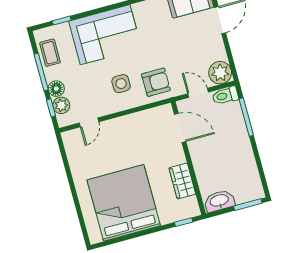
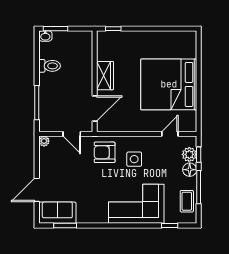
plant: (220, 73) -> (44, 141), width x0.53, depth x0.53
toilet: (225, 96) -> (50, 66), moved
door: (180, 128) -> (95, 109), swing flipped
wardrobe: (182, 181) -> (105, 76), moved
washbasin: (219, 201) -> (45, 36), moved, width x0.52, depth x0.69
bed: (124, 203) -> (169, 84), moved, turned 90

